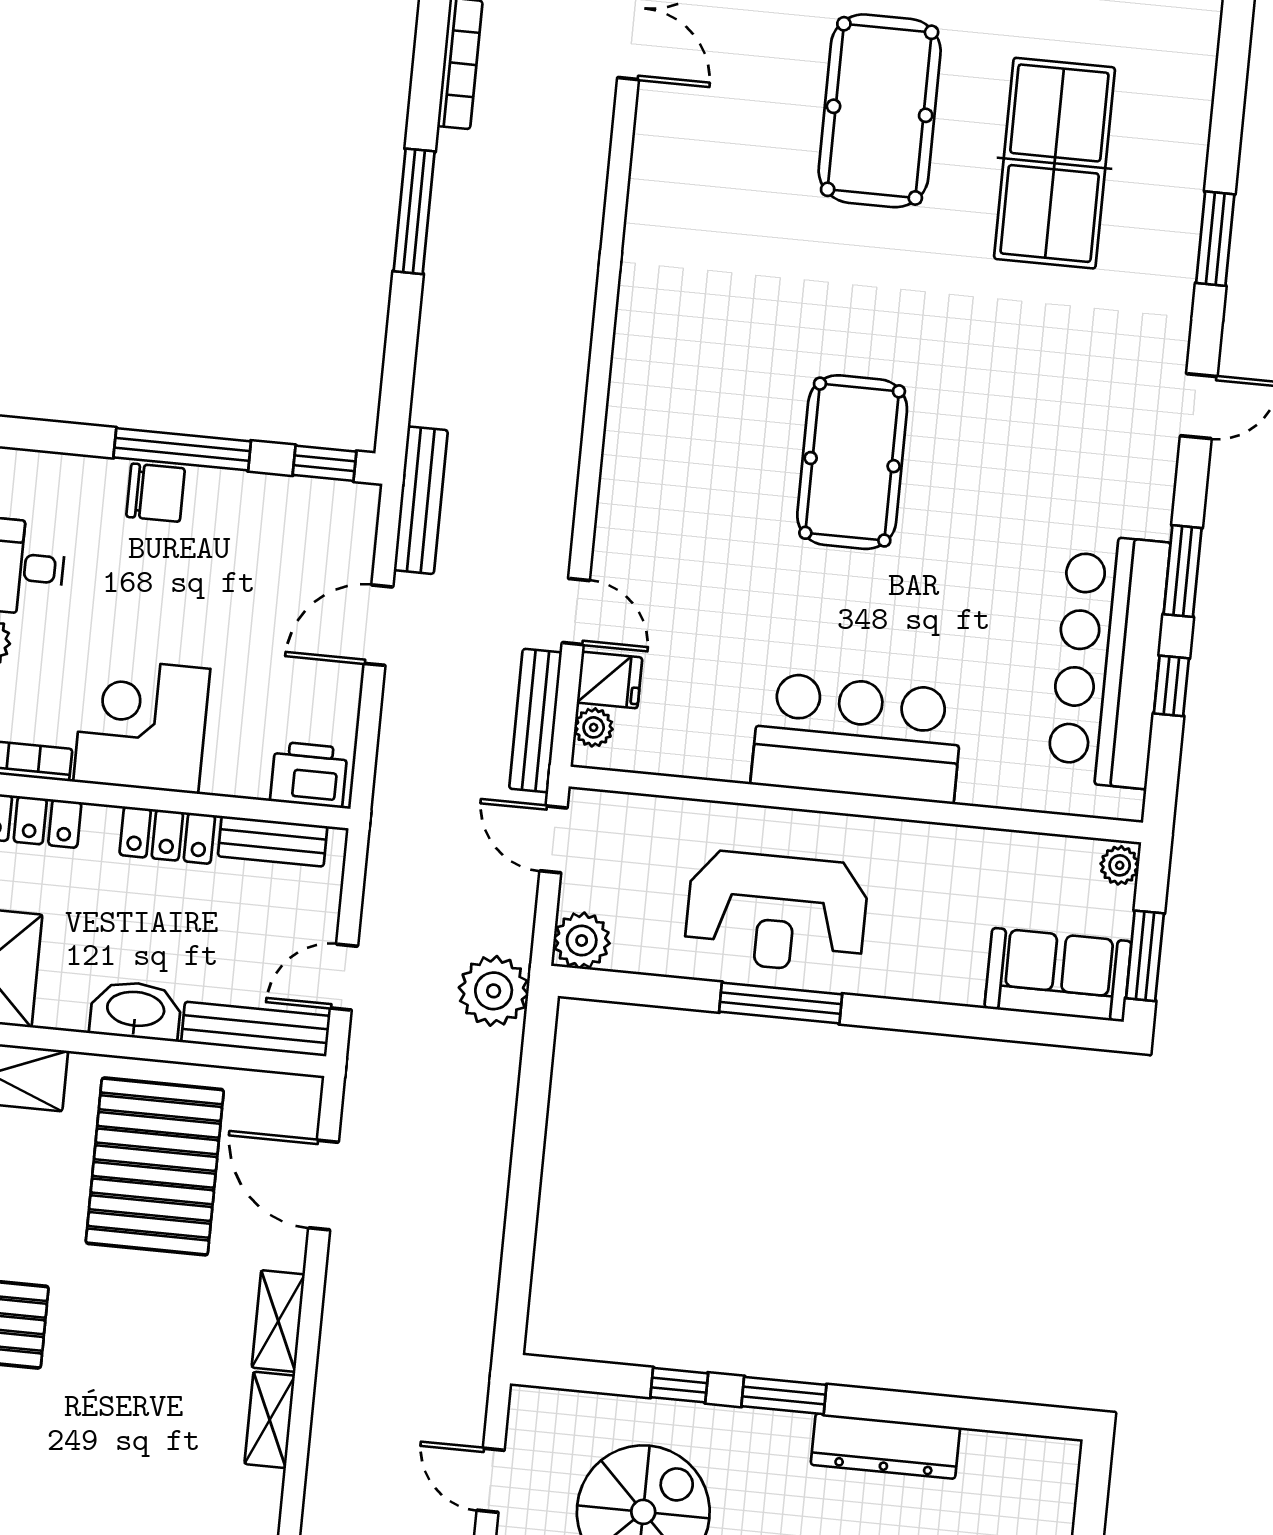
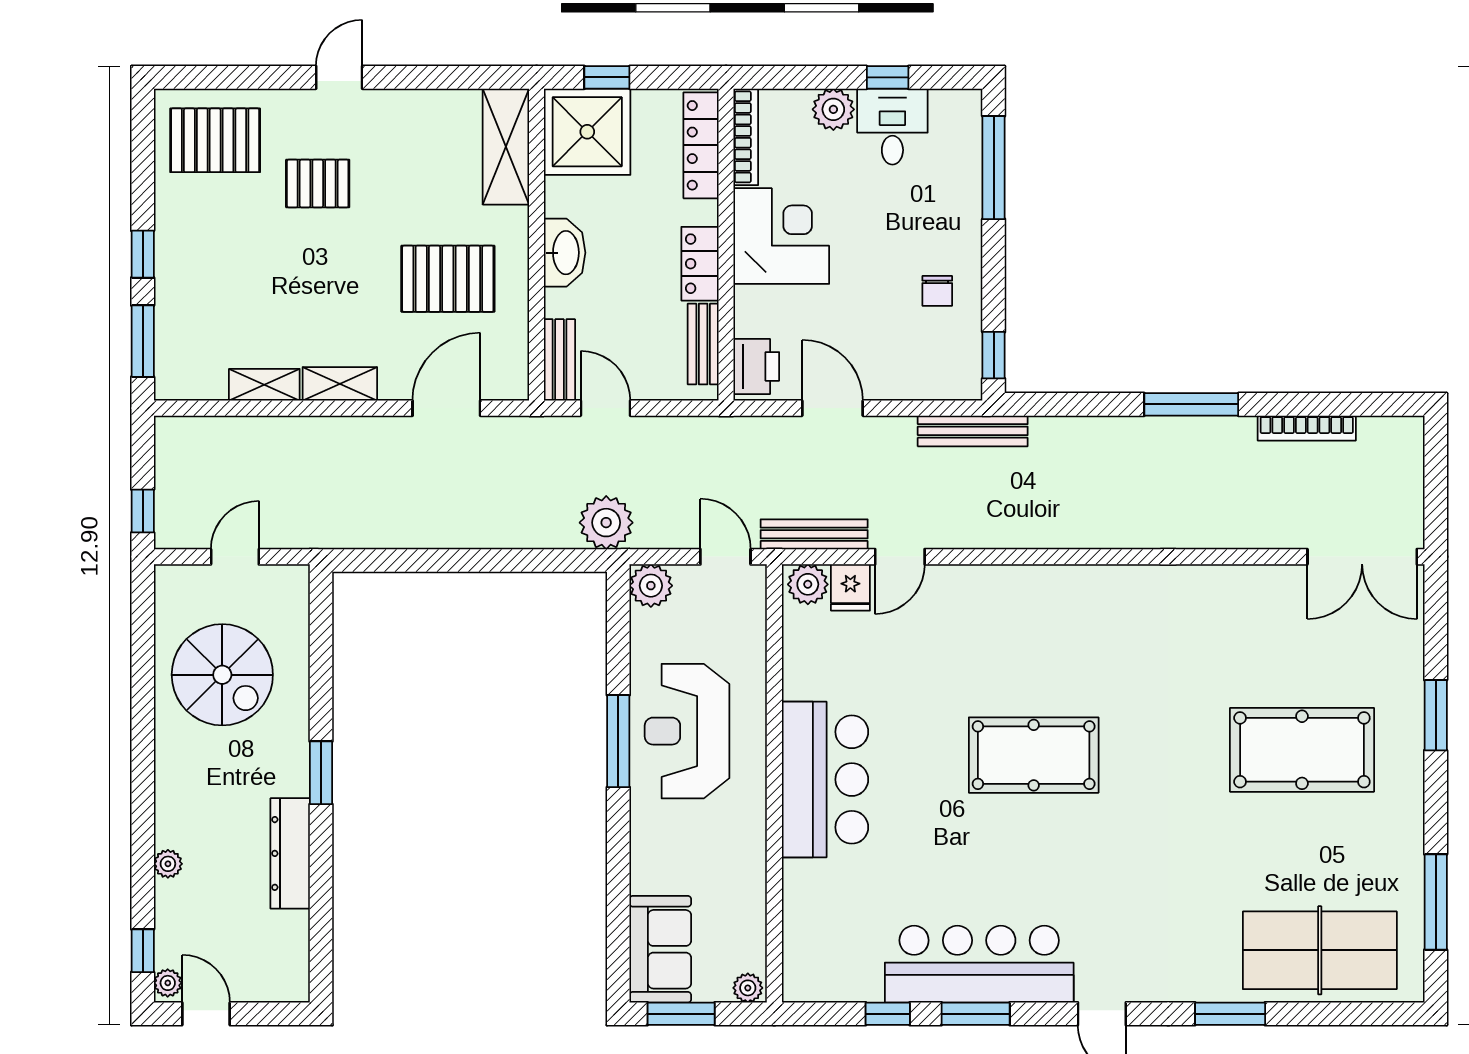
table tennis table: (1054, 163) -> (1320, 950), moved
window: (182, 449) -> (994, 168), moved
chair: (156, 493) -> (937, 291), moved, width x0.73, depth x0.73
door: (378, 625) -> (832, 408), moved
bar counter: (1108, 661) -> (979, 964), moved
plant: (594, 727) -> (808, 584), width x1.38, depth x1.38
door: (553, 839) -> (725, 557), hinge flipped
bench: (256, 1029) -> (560, 360), width x0.73
pallet: (155, 1166) -> (448, 279), width x0.73, depth x0.71
window: (679, 1385) -> (321, 693), removed

